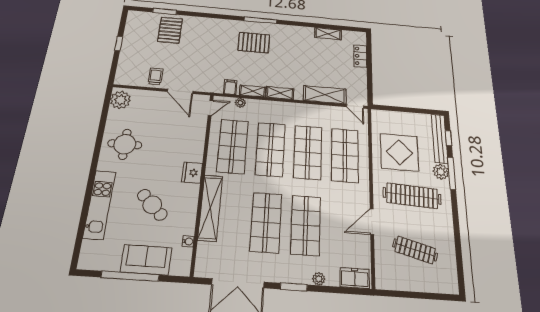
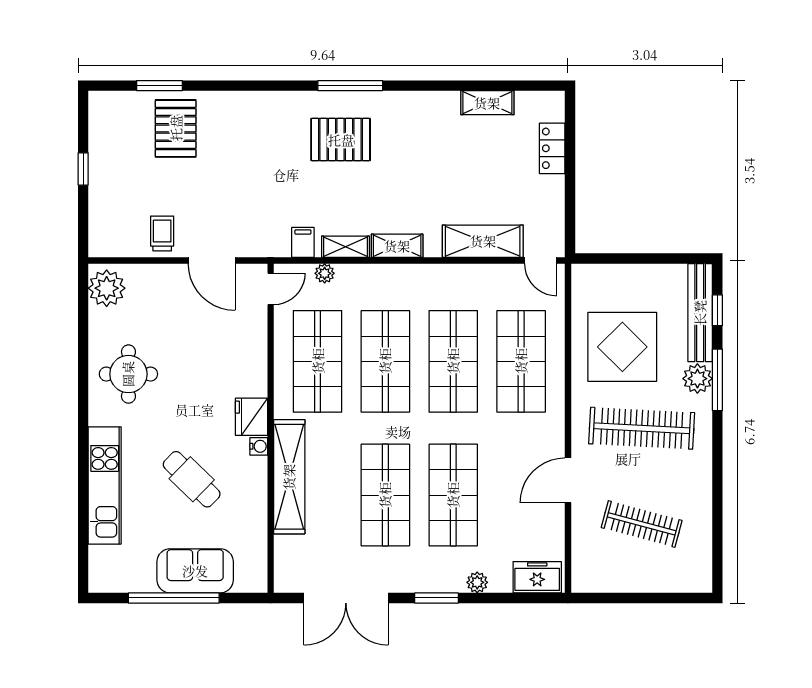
water cooler: (188, 241) -> (259, 446), moved

